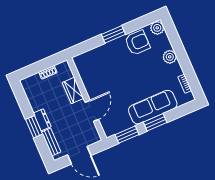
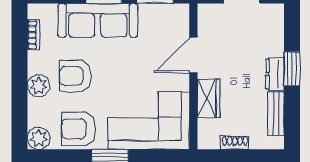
corner sofa: (101, 64) -> (149, 120), added
armchair: (152, 71) -> (76, 76), added
bench: (51, 142) -> (276, 114), moved

